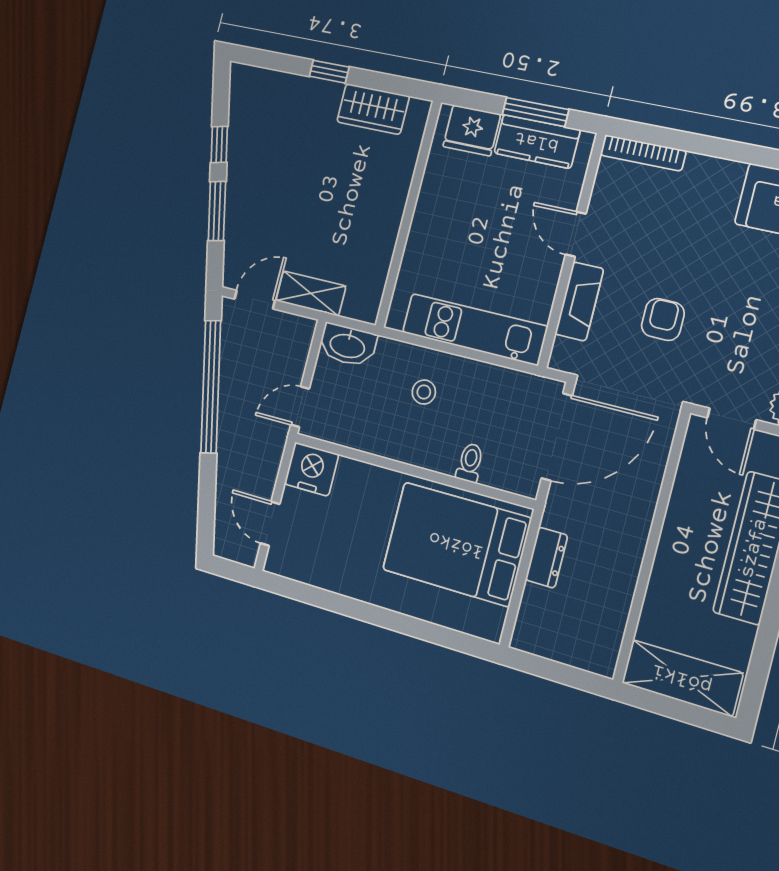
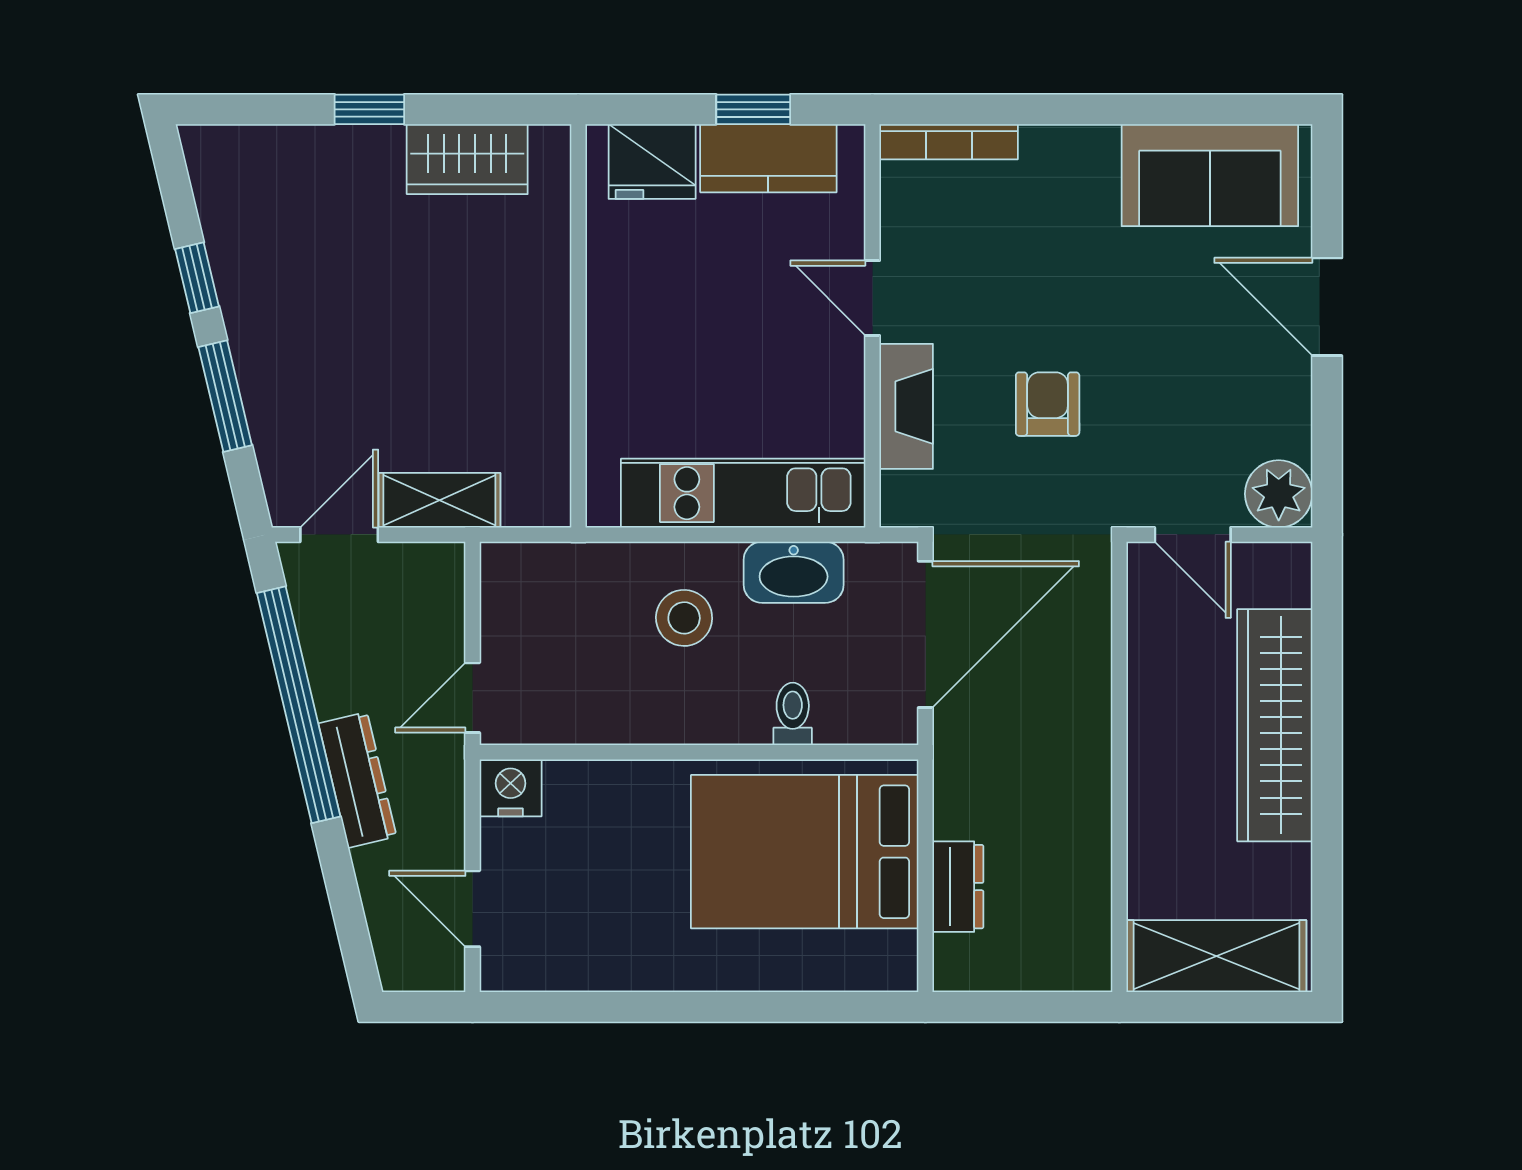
window: (535, 112) -> (753, 109), width x0.67
washbasin: (348, 345) -> (794, 572), moved
stool: (424, 392) -> (684, 618), width x1.37, depth x1.37
dresser: (230, 436) -> (357, 780), added
nightstand: (312, 469) -> (511, 788), width x0.74, depth x0.75
dresser: (547, 558) -> (958, 887), moved

